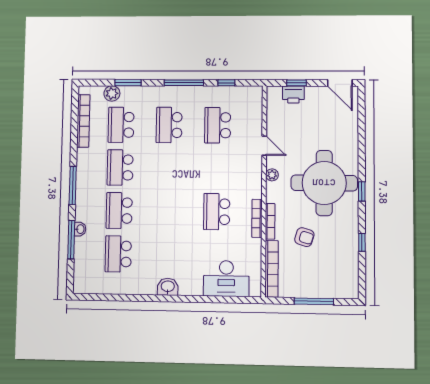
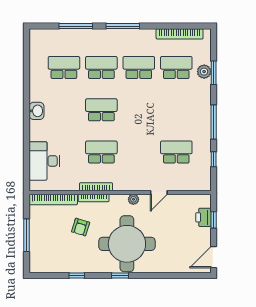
plant: (112, 93) -> (204, 72), moved
school desk: (169, 125) -> (101, 110), moved
washbasin: (80, 229) -> (85, 34), removed

